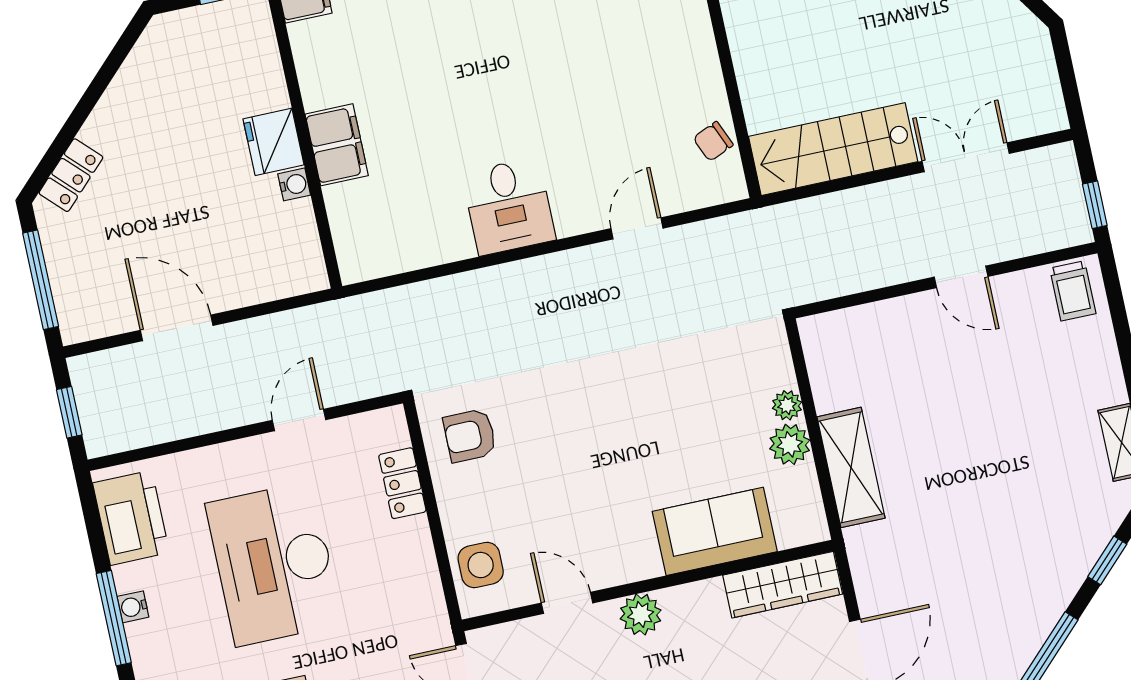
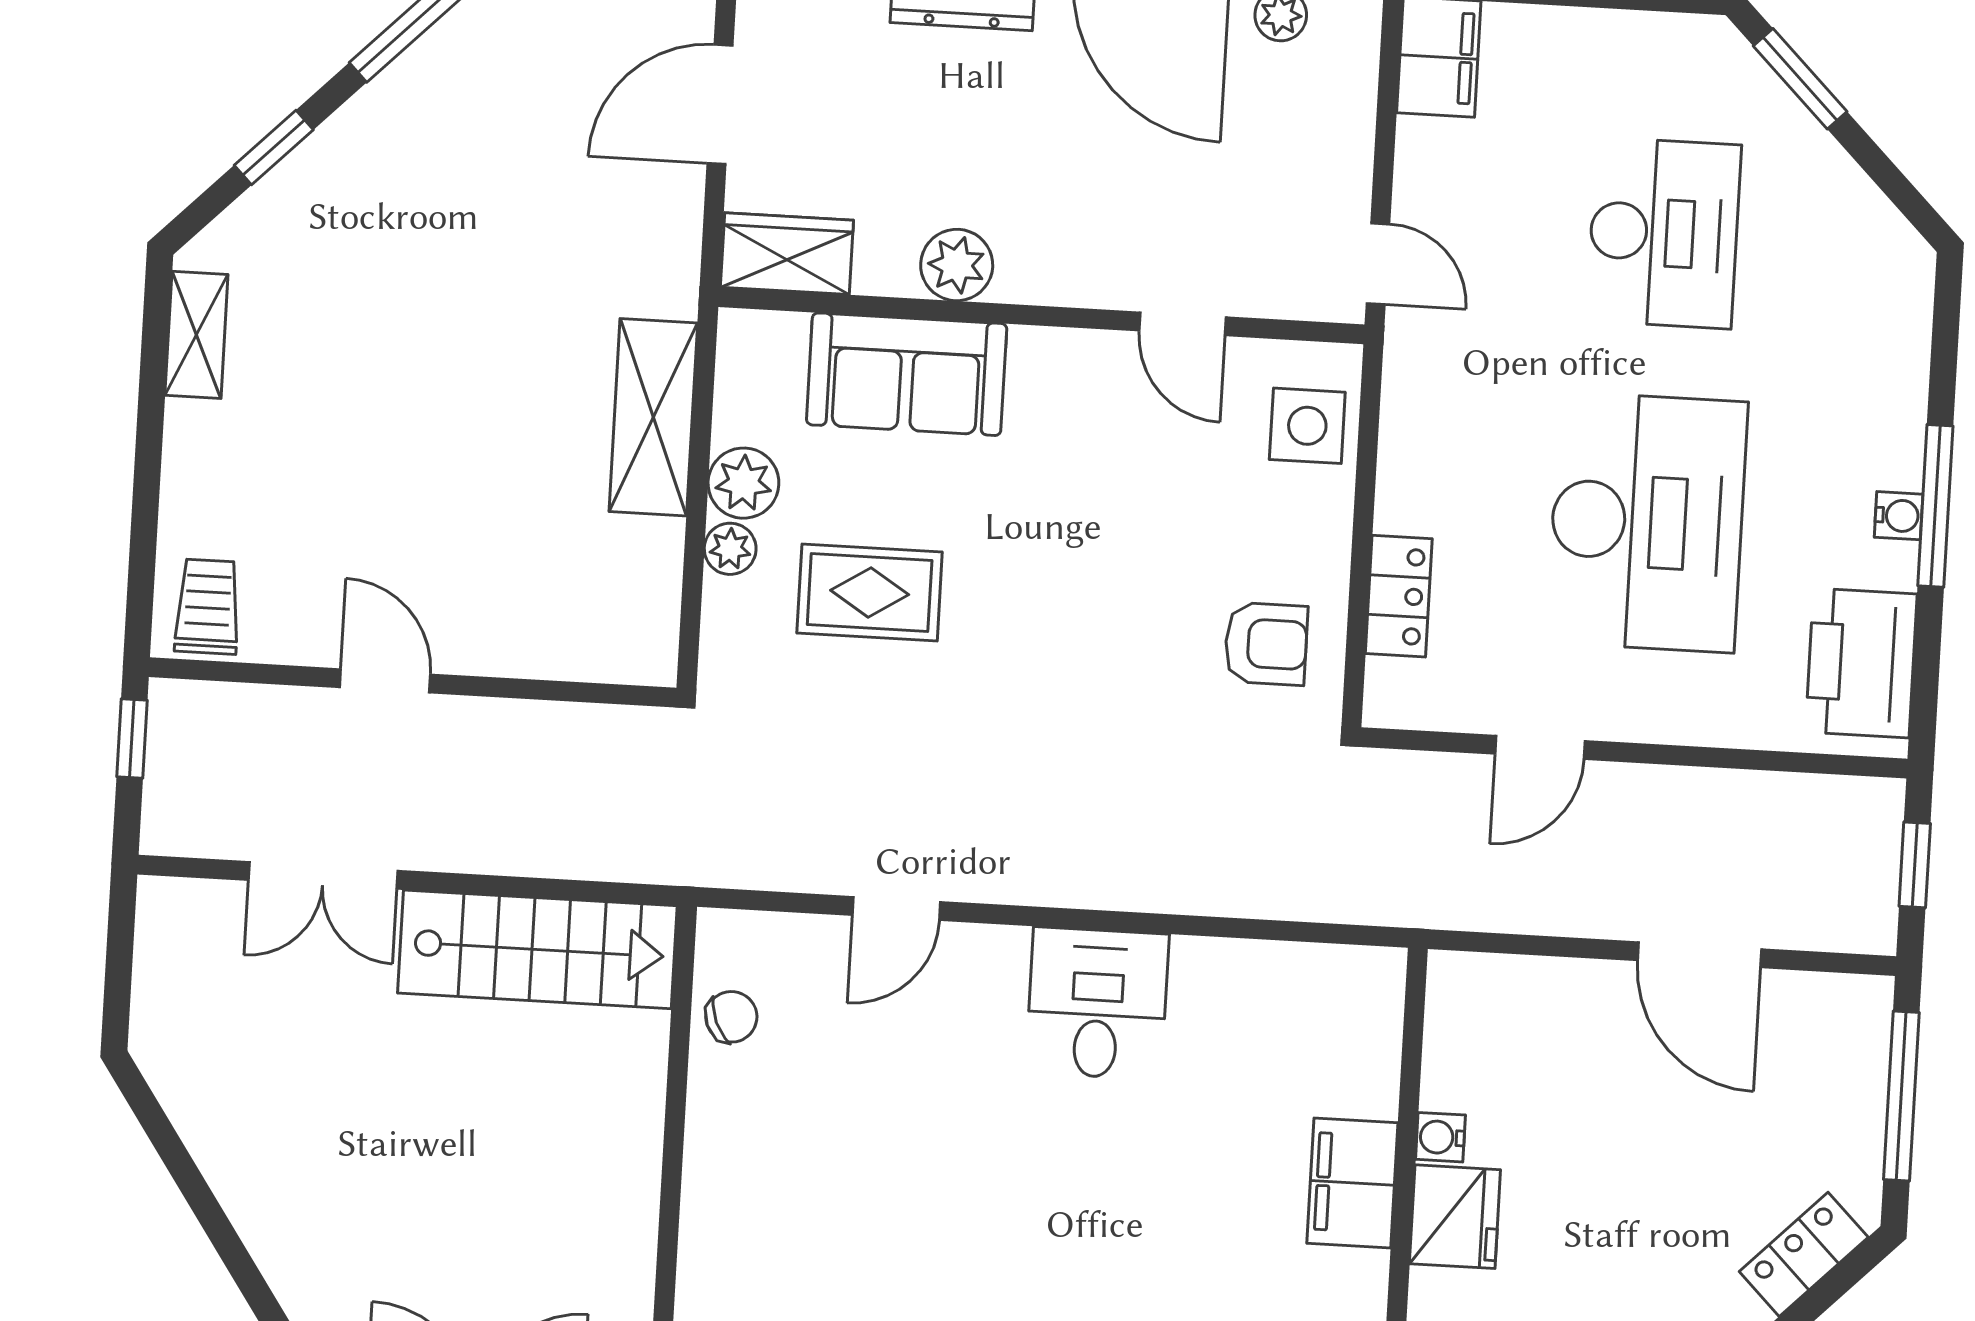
rug: (702, 402) -> (870, 592), added
wardrobe: (783, 585) -> (787, 254), width x0.67
plant: (641, 614) -> (957, 265), moved

